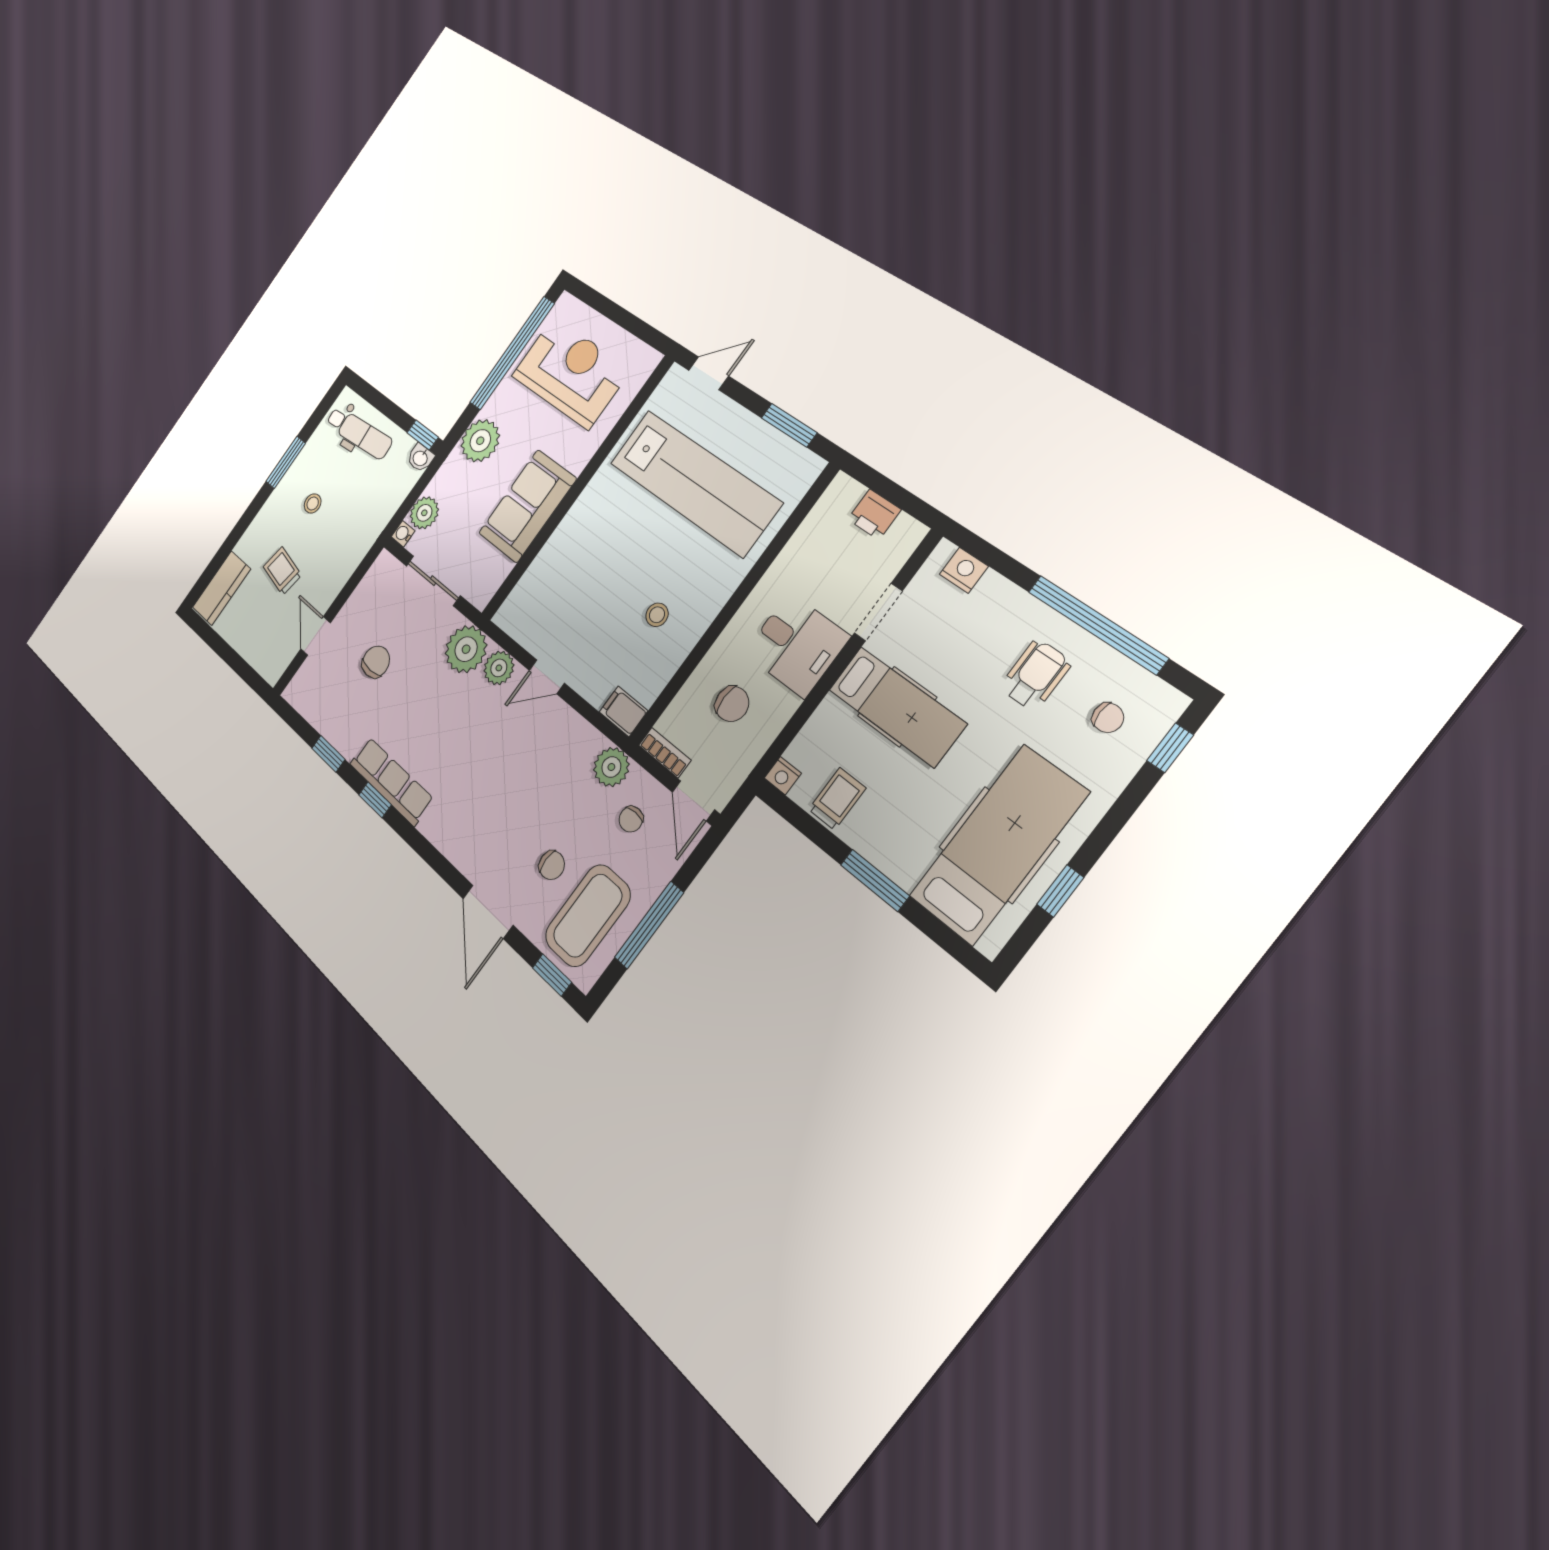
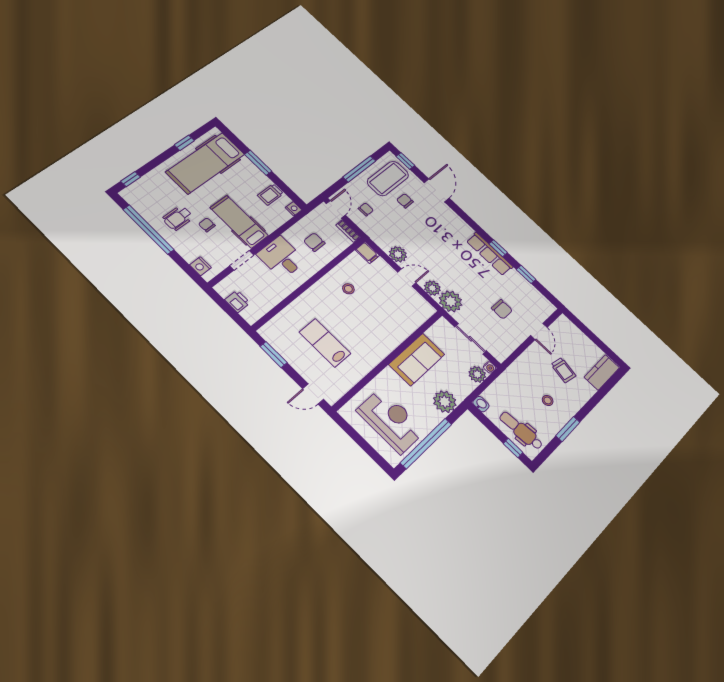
reception desk: (571, 373) -> (391, 421), turned 180
window: (423, 435) -> (513, 448), moved
lab bench: (695, 483) -> (325, 343), width x0.54, depth x0.72
chair: (376, 662) -> (502, 309), turned -90
chair: (1108, 718) -> (207, 225), moved
plant: (611, 767) -> (398, 254), moved

